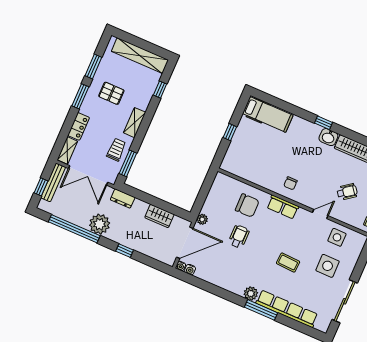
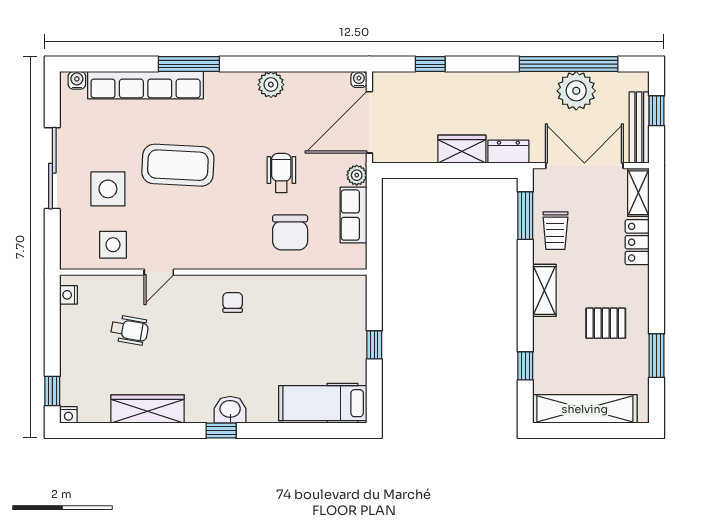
window: (80, 96) -> (657, 295), removed
washbasin: (328, 137) -> (230, 410), moved
wheelchair: (347, 192) -> (130, 330), turned -133
chair: (247, 205) -> (290, 232), turned -90
row of seats: (283, 207) -> (353, 215), moved, turned -90
wardrobe: (159, 216) -> (462, 149), moved
plant: (100, 224) -> (576, 91), moved
wheelchair: (239, 237) -> (281, 173), turned 180
window: (125, 251) -> (430, 64), moved
coffee table: (288, 263) -> (178, 165), width x1.86, depth x1.72
water cooler: (190, 270) -> (77, 80), moved
plant: (251, 294) -> (271, 85), moved
sliding door: (345, 301) -> (52, 168), moved

